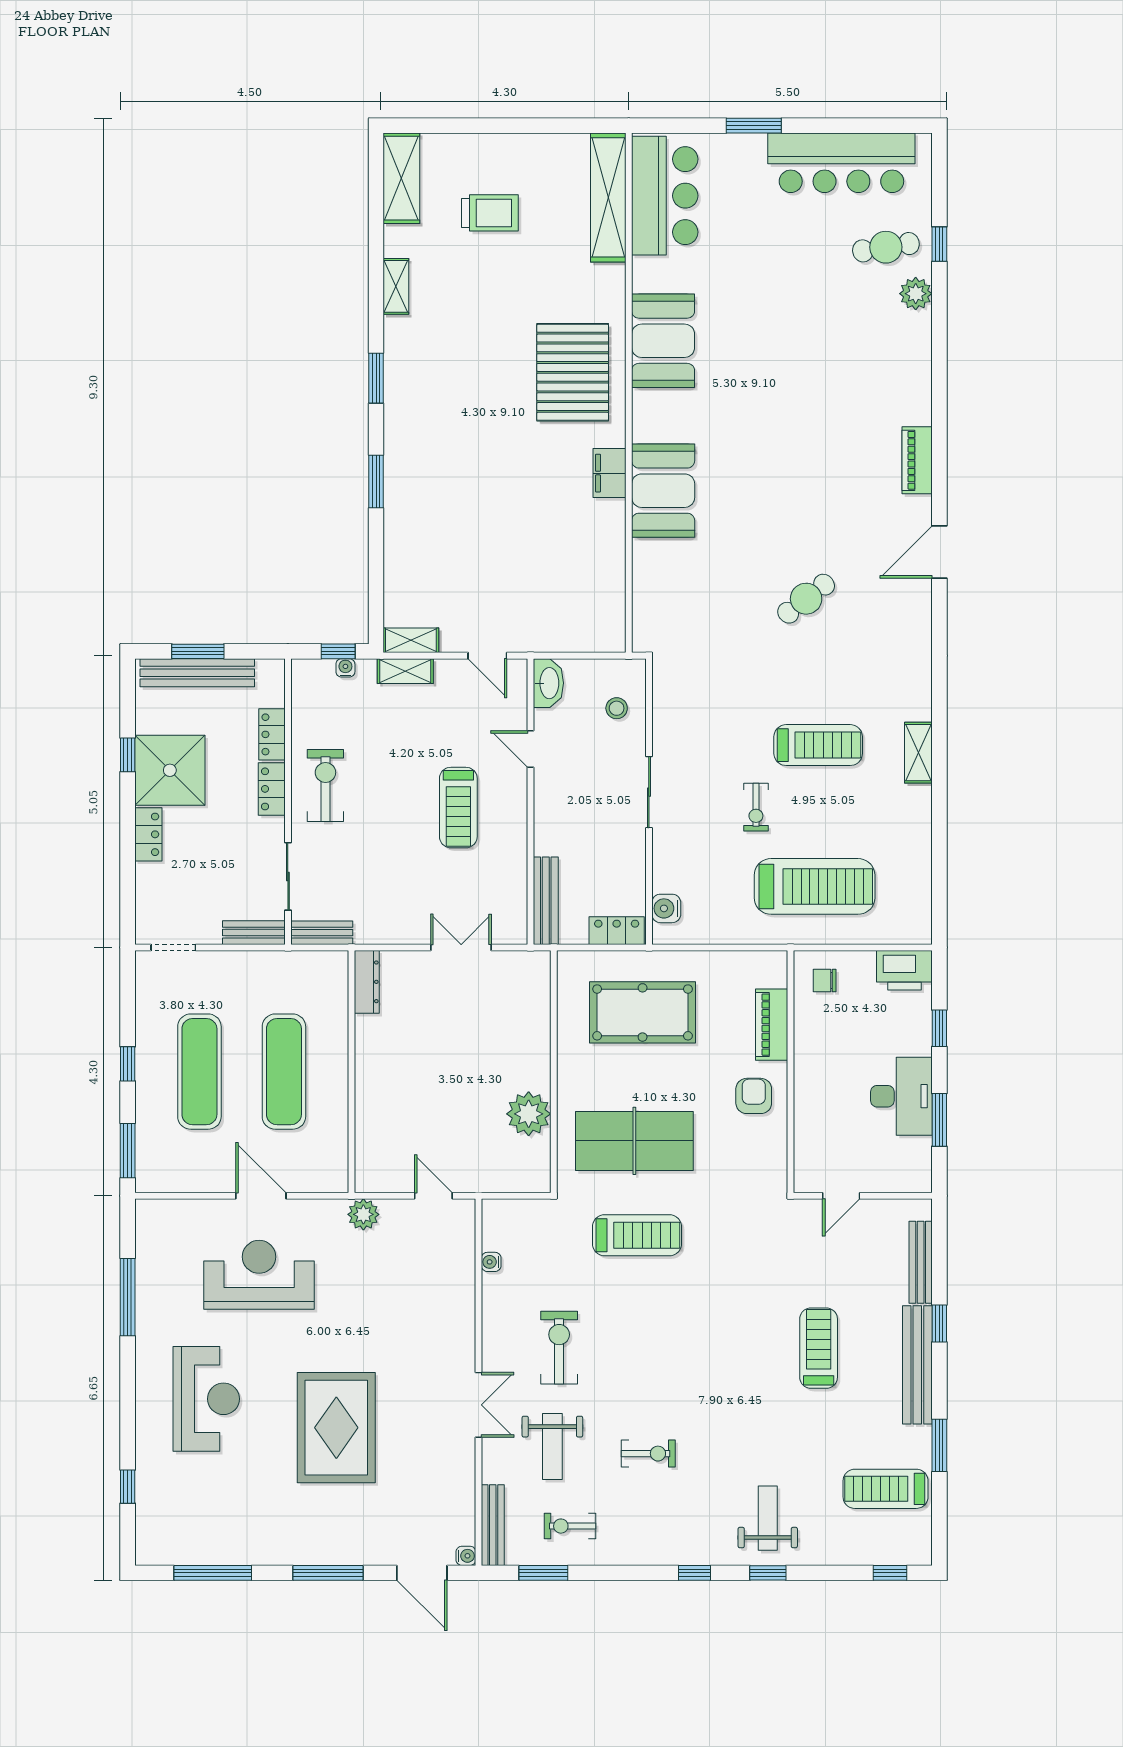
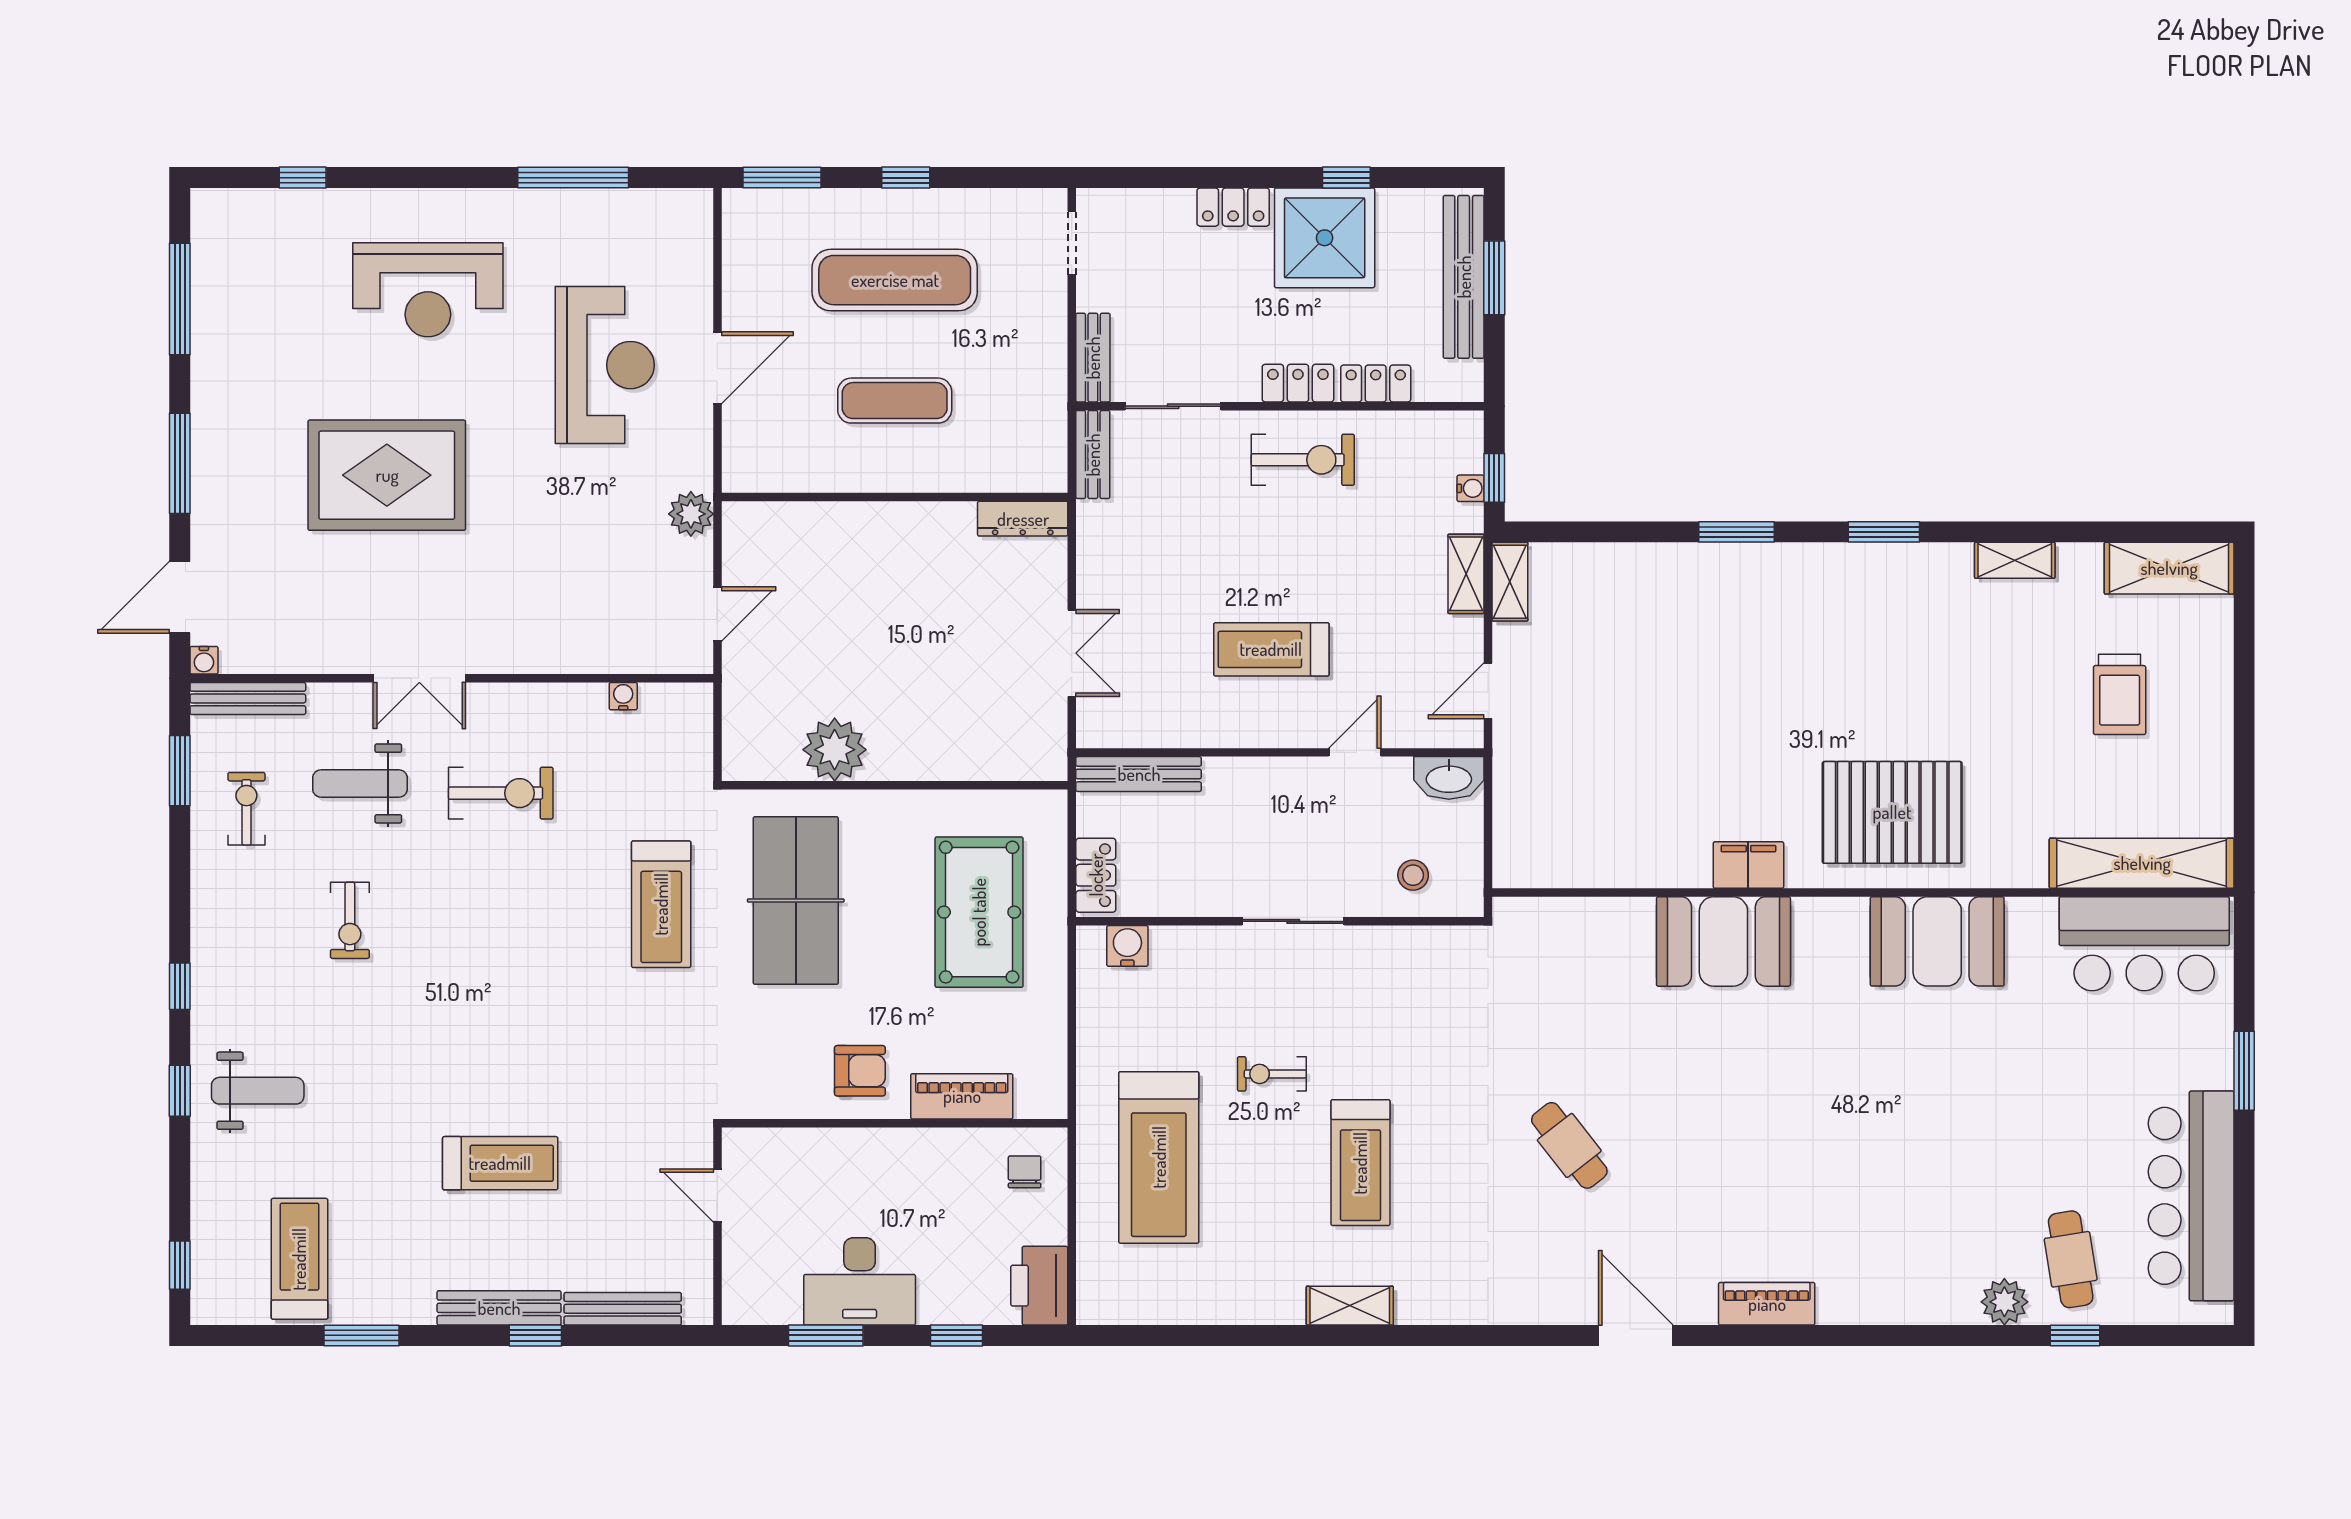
exercise mat: (284, 1072) -> (895, 401), width x0.73, depth x0.69
bench: (917, 1365) -> (499, 1308), width x0.73, depth x0.82

